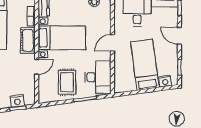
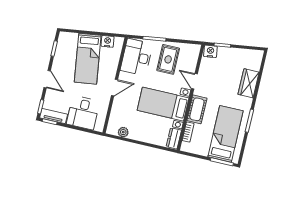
door: (37, 67) -> (194, 81), hinge flipped
nightstand: (165, 81) -> (108, 41), moved
nightstand: (17, 101) -> (210, 51), moved

